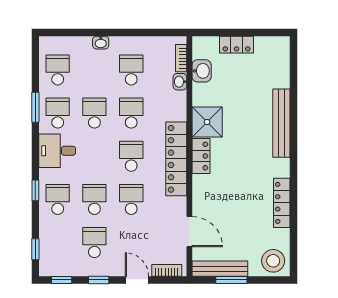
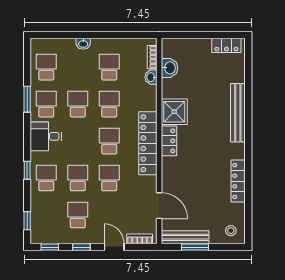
locker: (237, 45) -> (226, 45), moved
stool: (273, 261) -> (231, 231), width x0.53, depth x0.53

